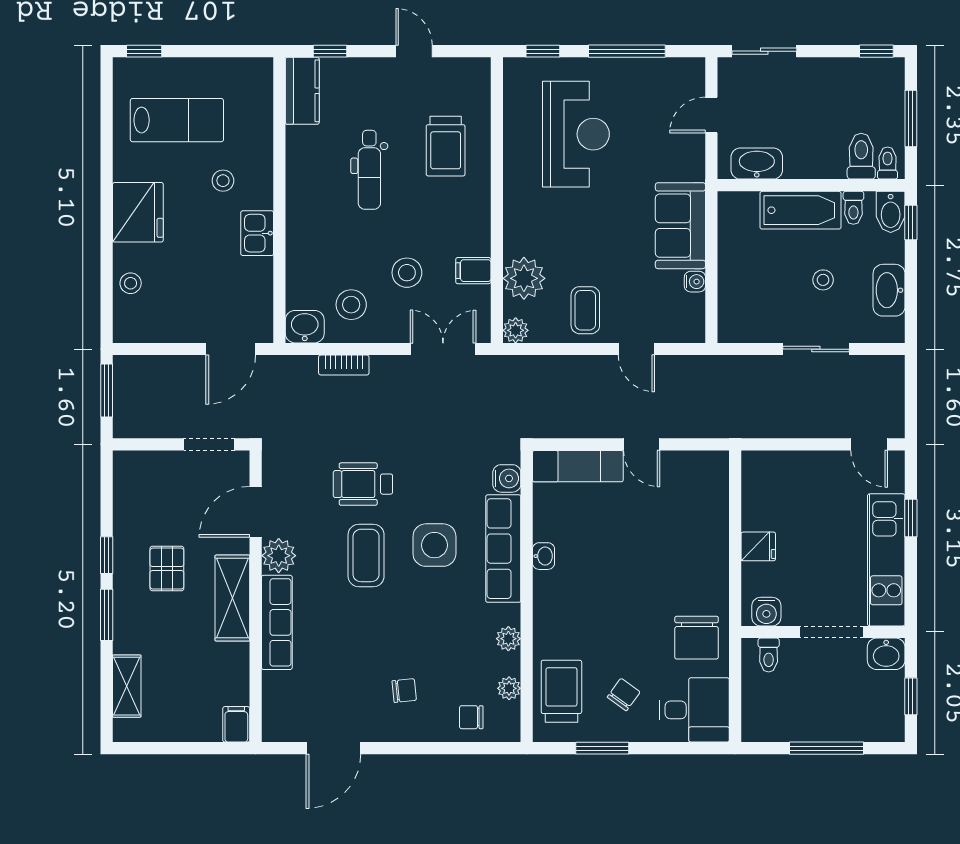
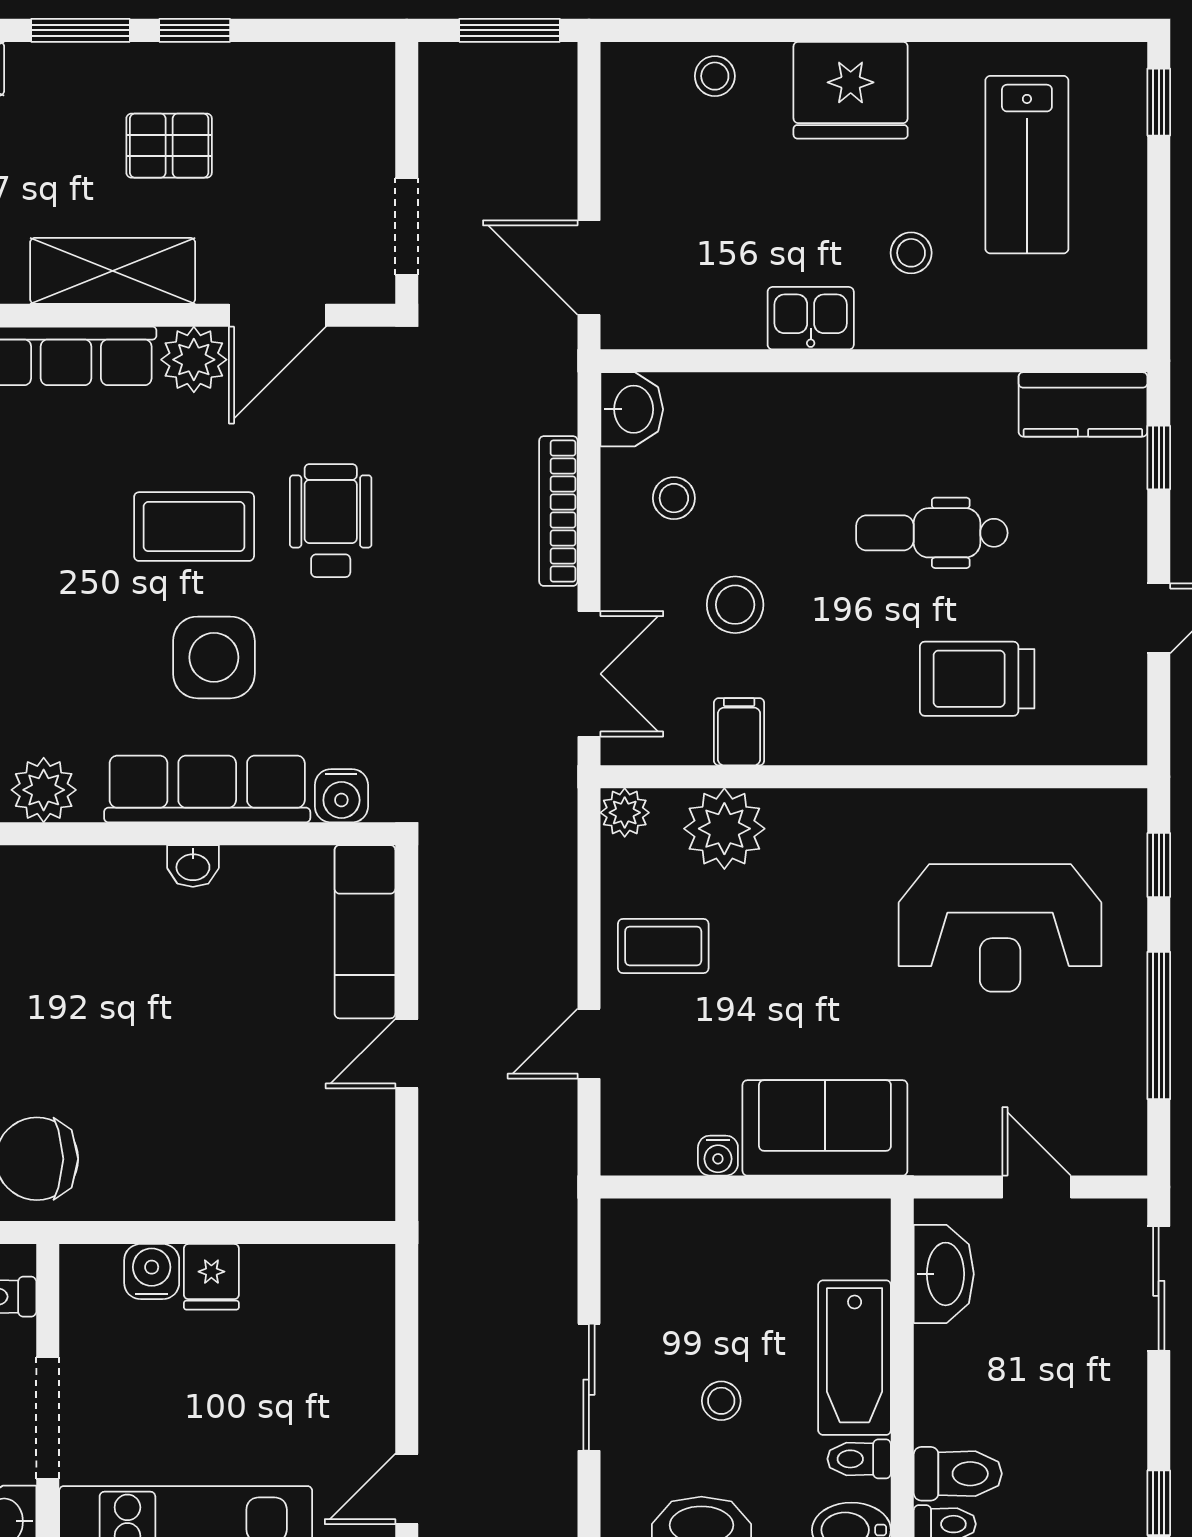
stool: (351, 305) -> (674, 498), width x0.73, depth x0.73
bookcase: (344, 365) -> (558, 511), width x1.56
door: (256, 512) -> (277, 315), swing flipped
water cooler: (766, 612) -> (152, 1272), moved, turned 90
plant: (508, 639) -> (44, 790), width x1.38, depth x1.38

